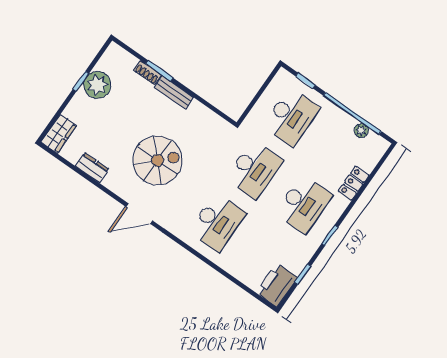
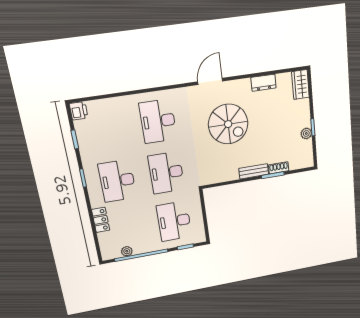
plant: (97, 85) -> (306, 133), width x0.53, depth x0.53
spiral stairs: (158, 160) -> (228, 124), turned -90
printer: (277, 285) -> (79, 111), width x0.53, depth x0.68

